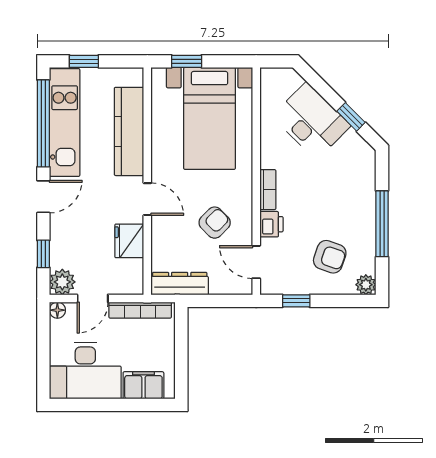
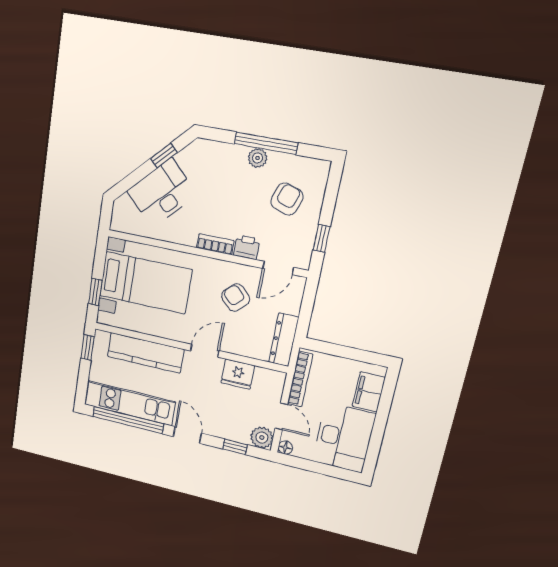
window: (84, 61) -> (88, 348), moved
plant: (366, 285) -> (258, 158), moved

